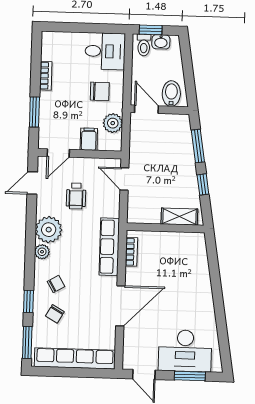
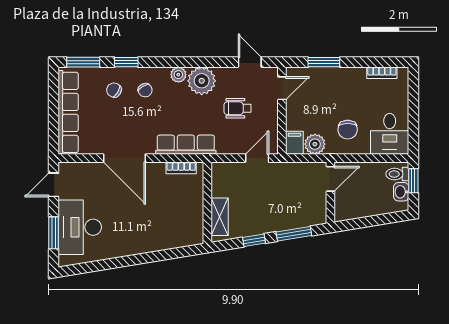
bookcase: (46, 76) -> (382, 73), moved
bidet: (171, 94) -> (348, 204), removed
filing cabinet: (89, 139) -> (294, 143), moved, turned -90
door: (58, 153) -> (282, 88), swing flipped

